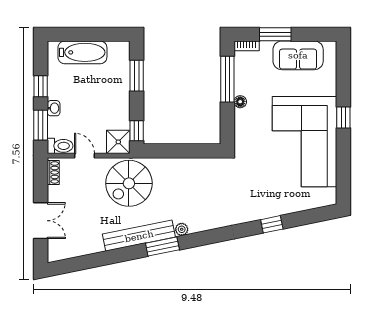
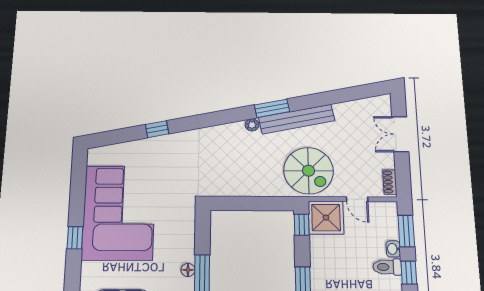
floor lamp: (240, 102) -> (188, 270), moved
shower: (118, 142) -> (326, 218), width x1.36, depth x1.36
toilet: (60, 146) -> (387, 267), moved
spiral stairs: (129, 183) -> (309, 171), turned 90

